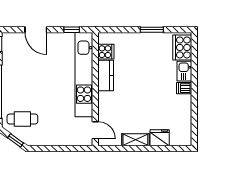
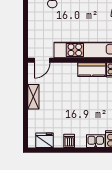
dishwasher: (184, 88) -> (69, 141), moved
fridge: (160, 138) -> (45, 140), moved, turned -90

